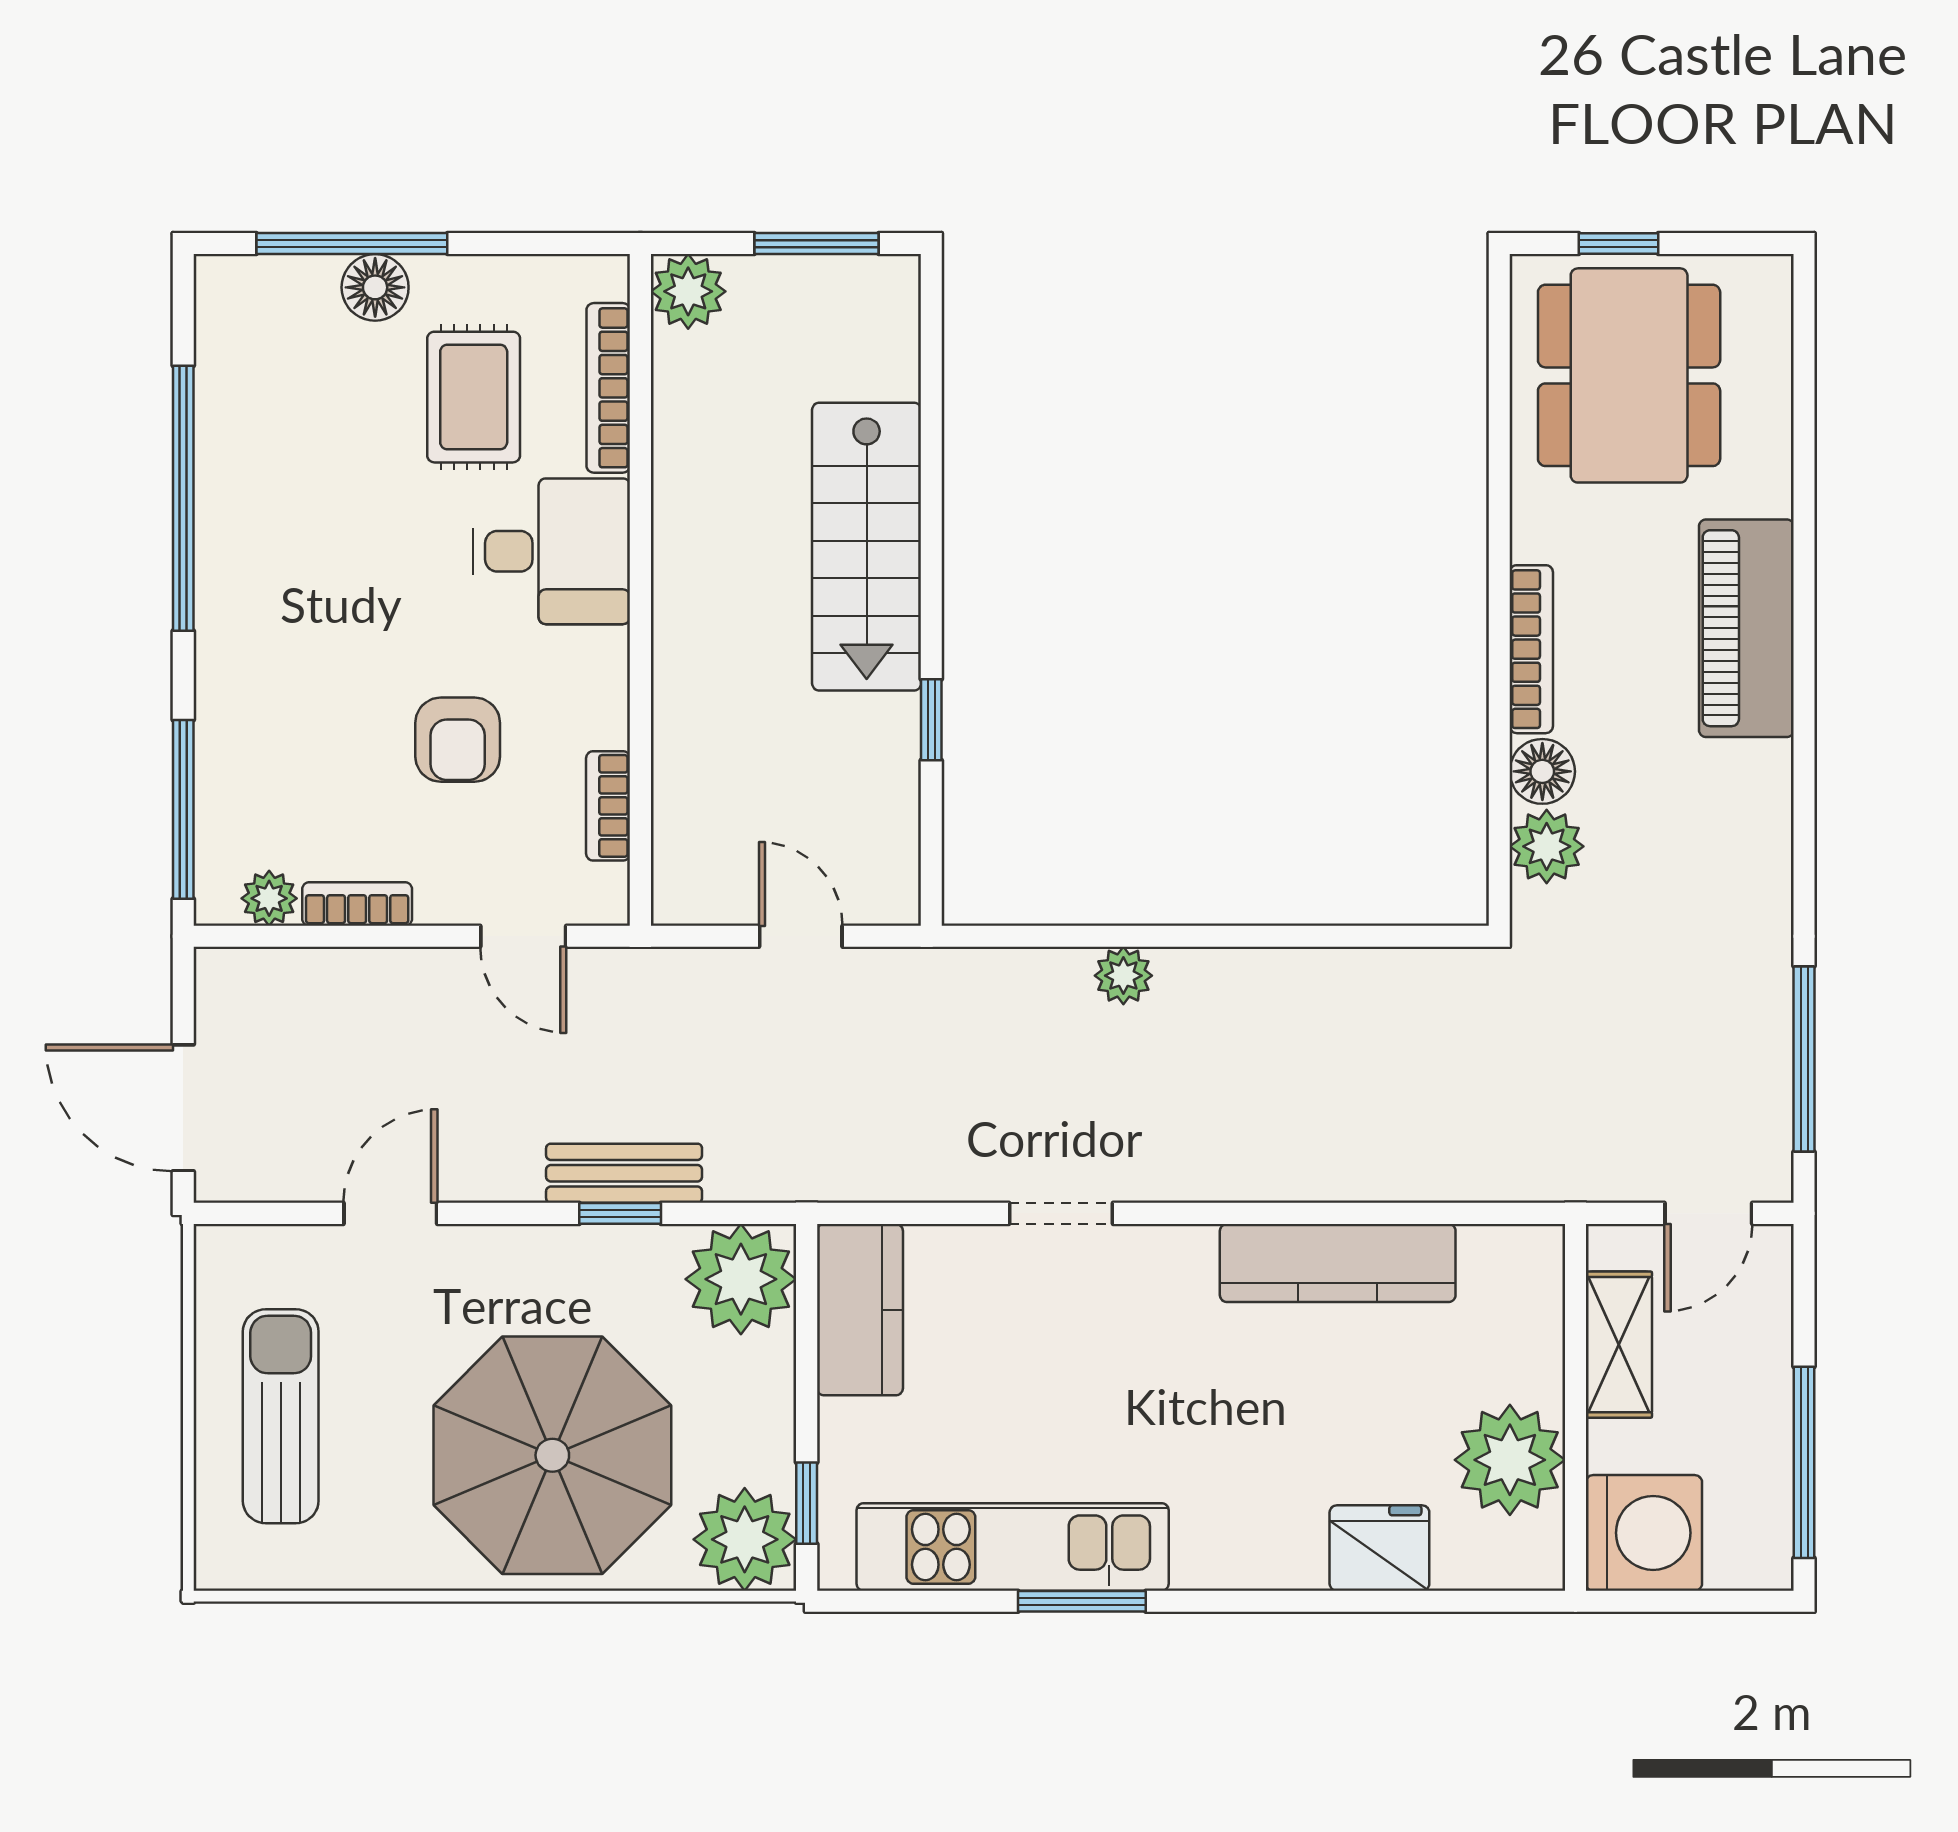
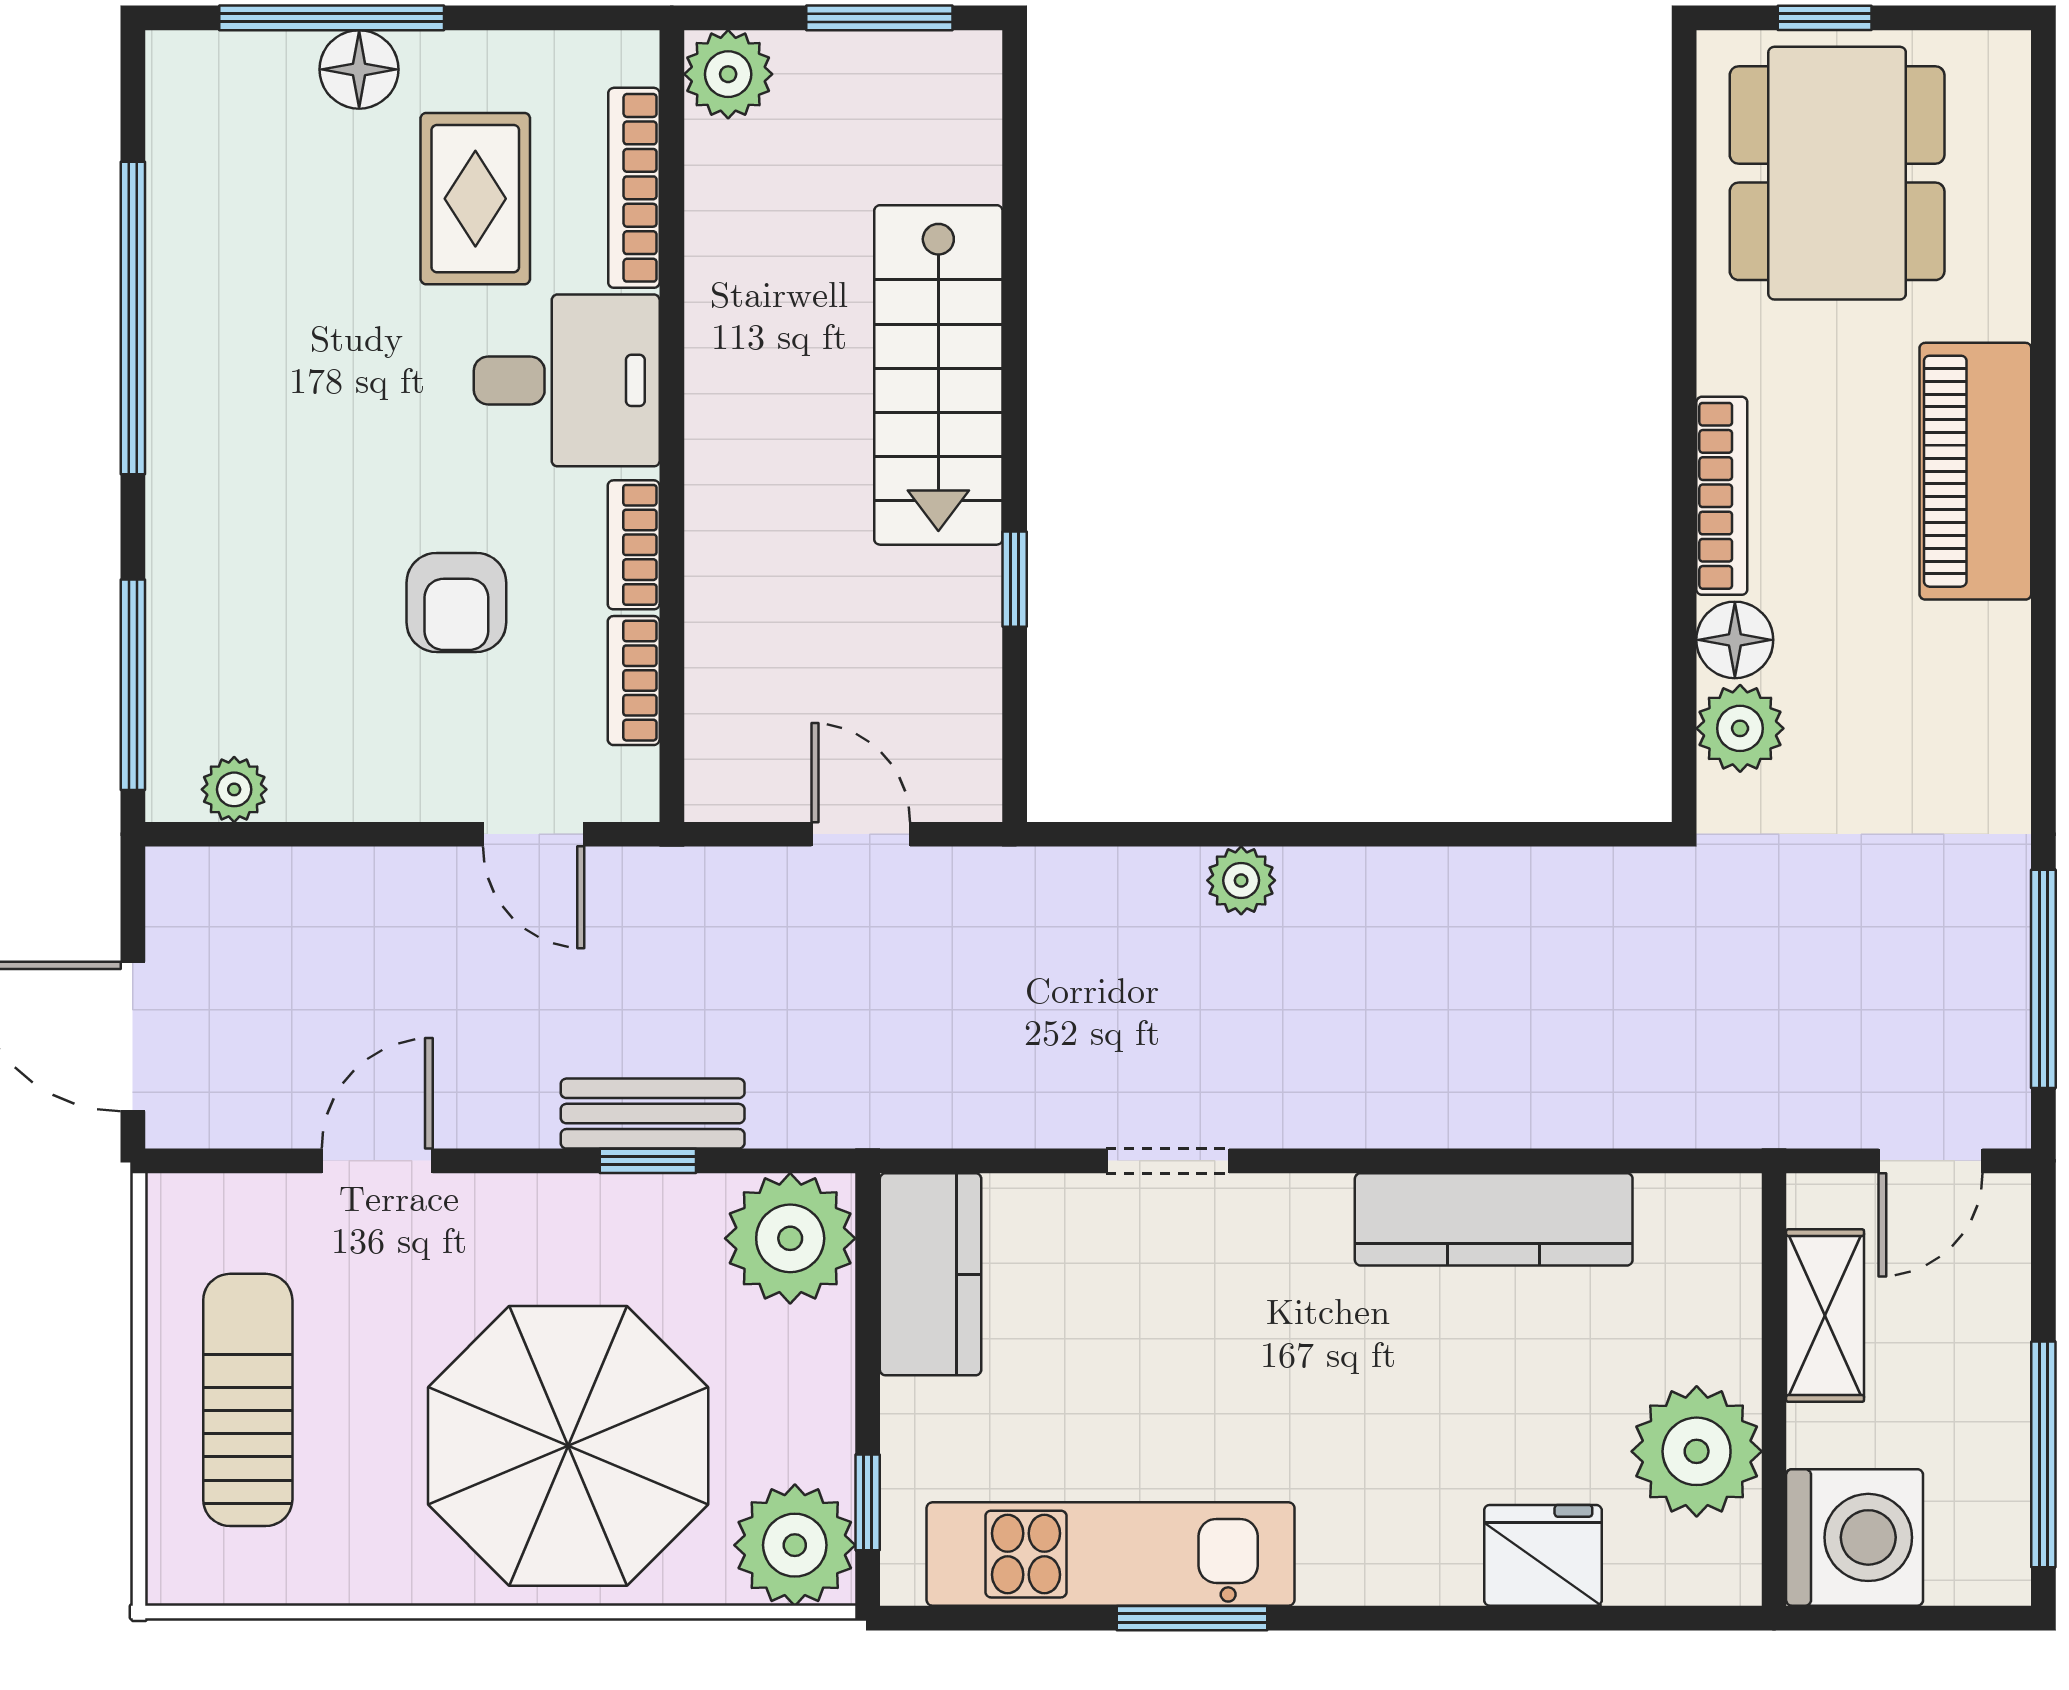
bookcase: (357, 904) -> (634, 545), moved, turned -90

